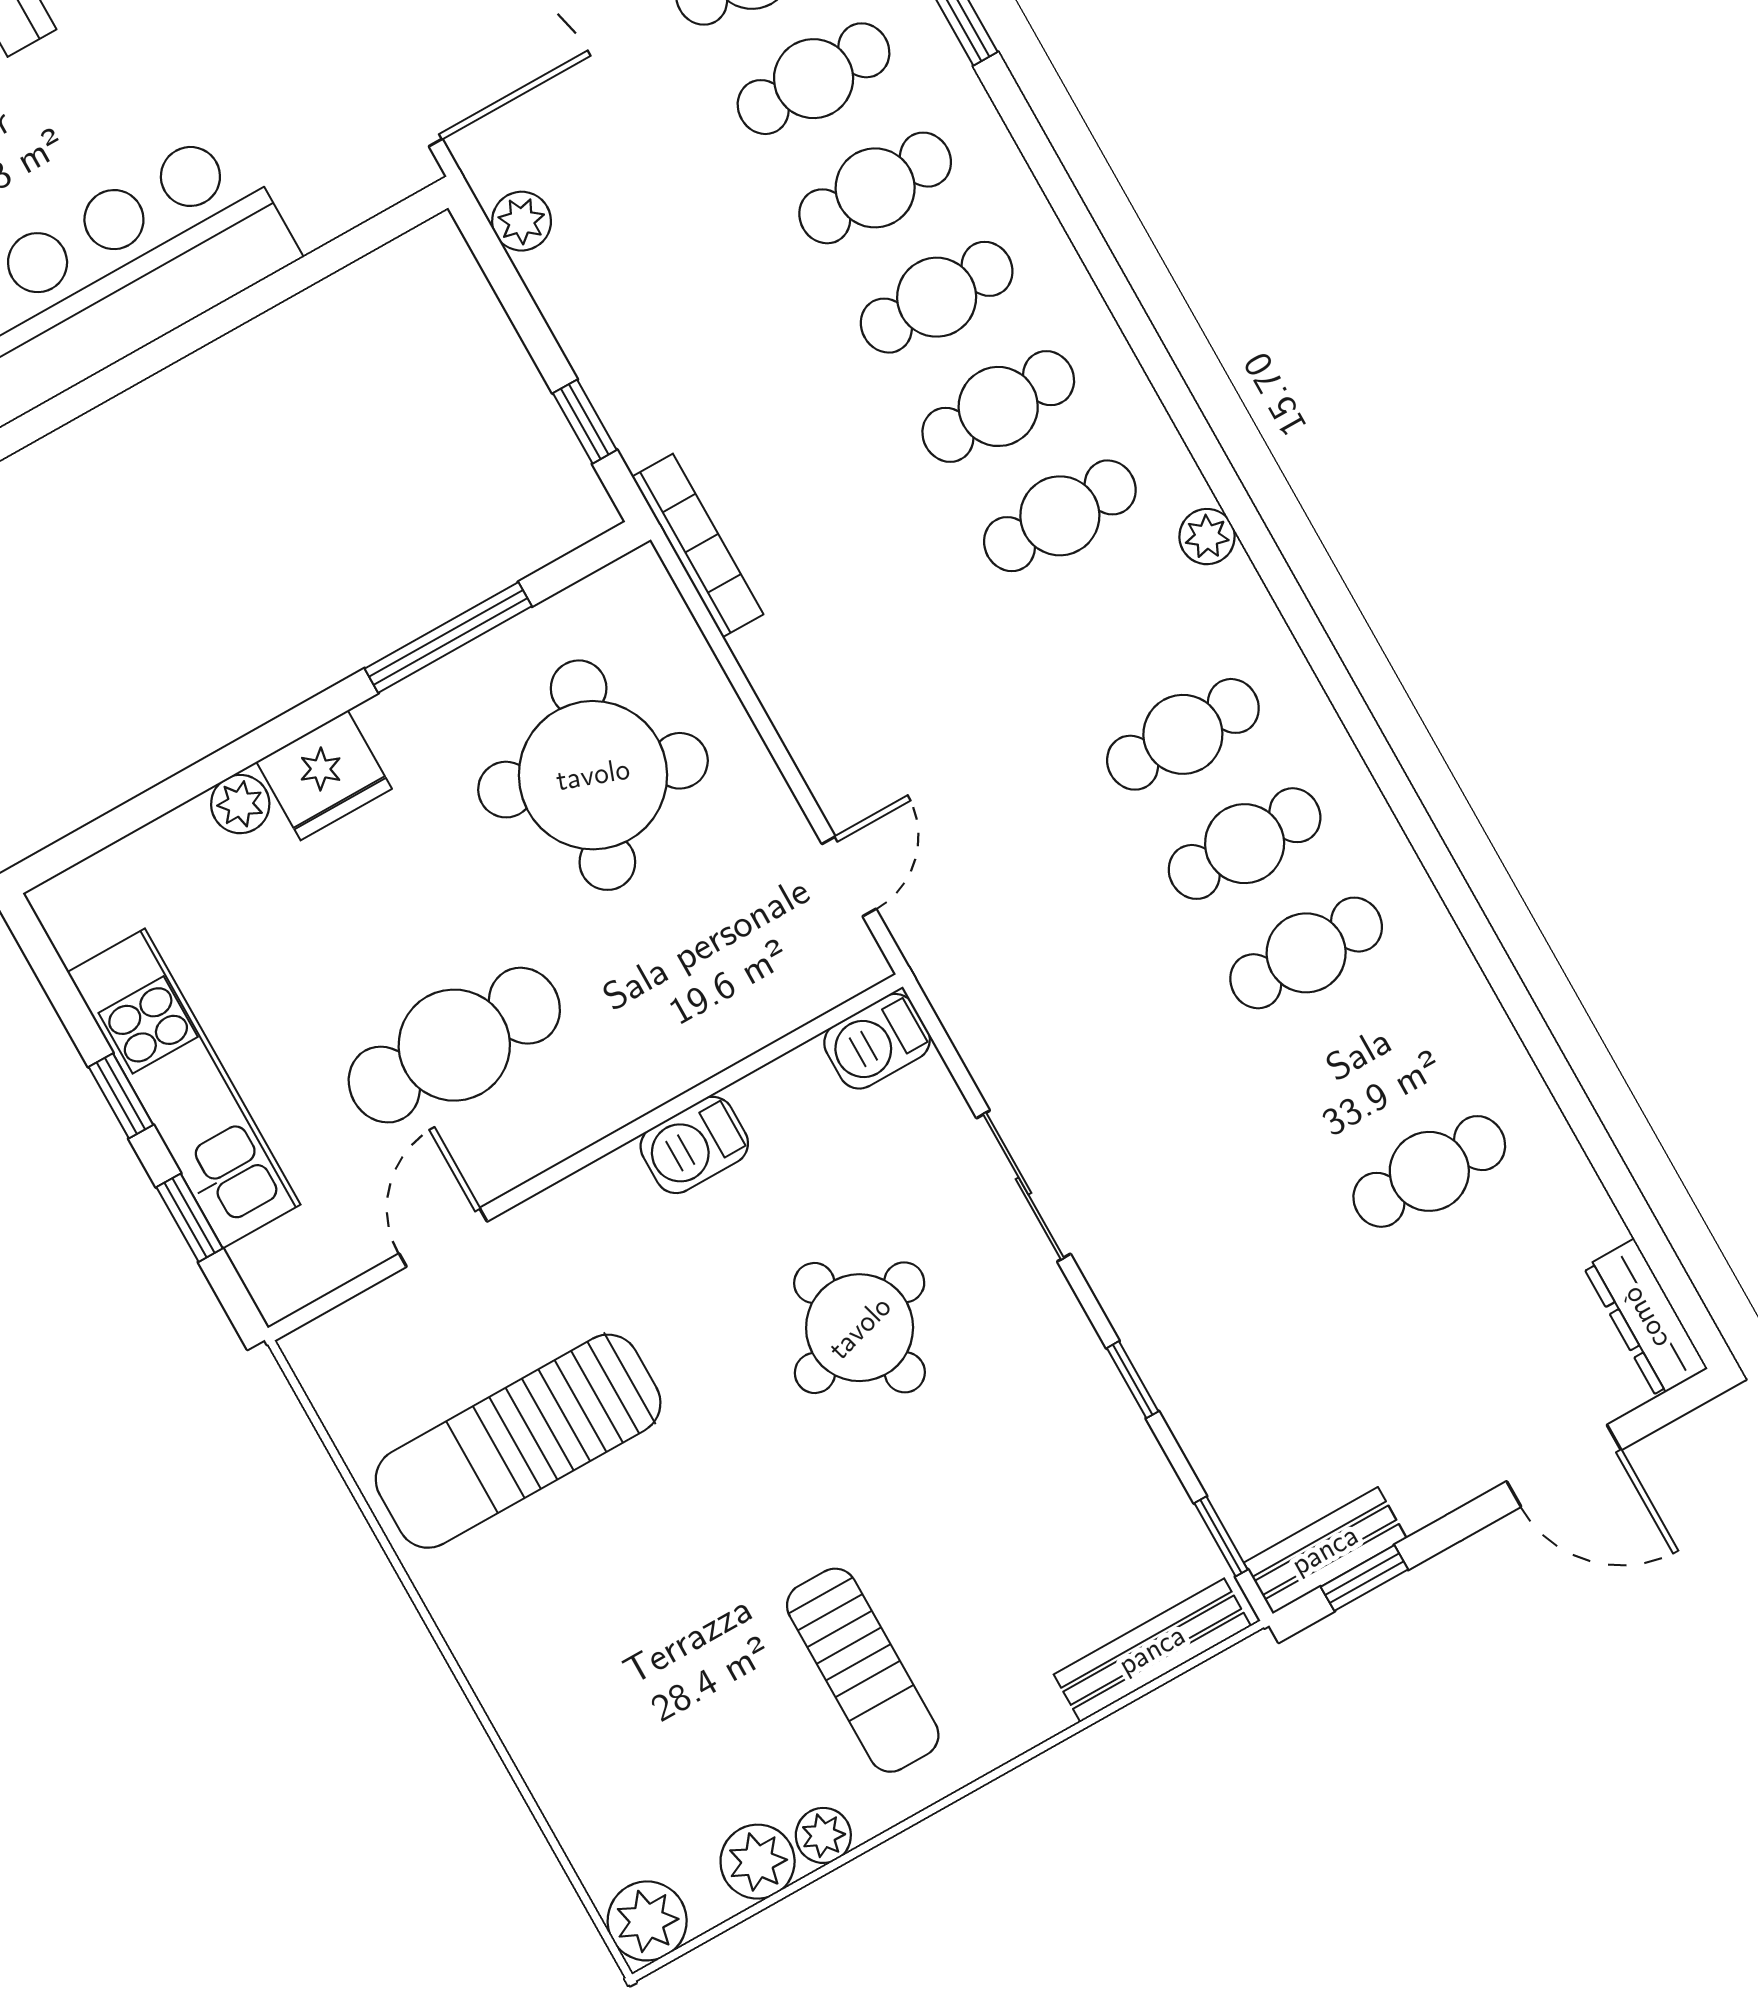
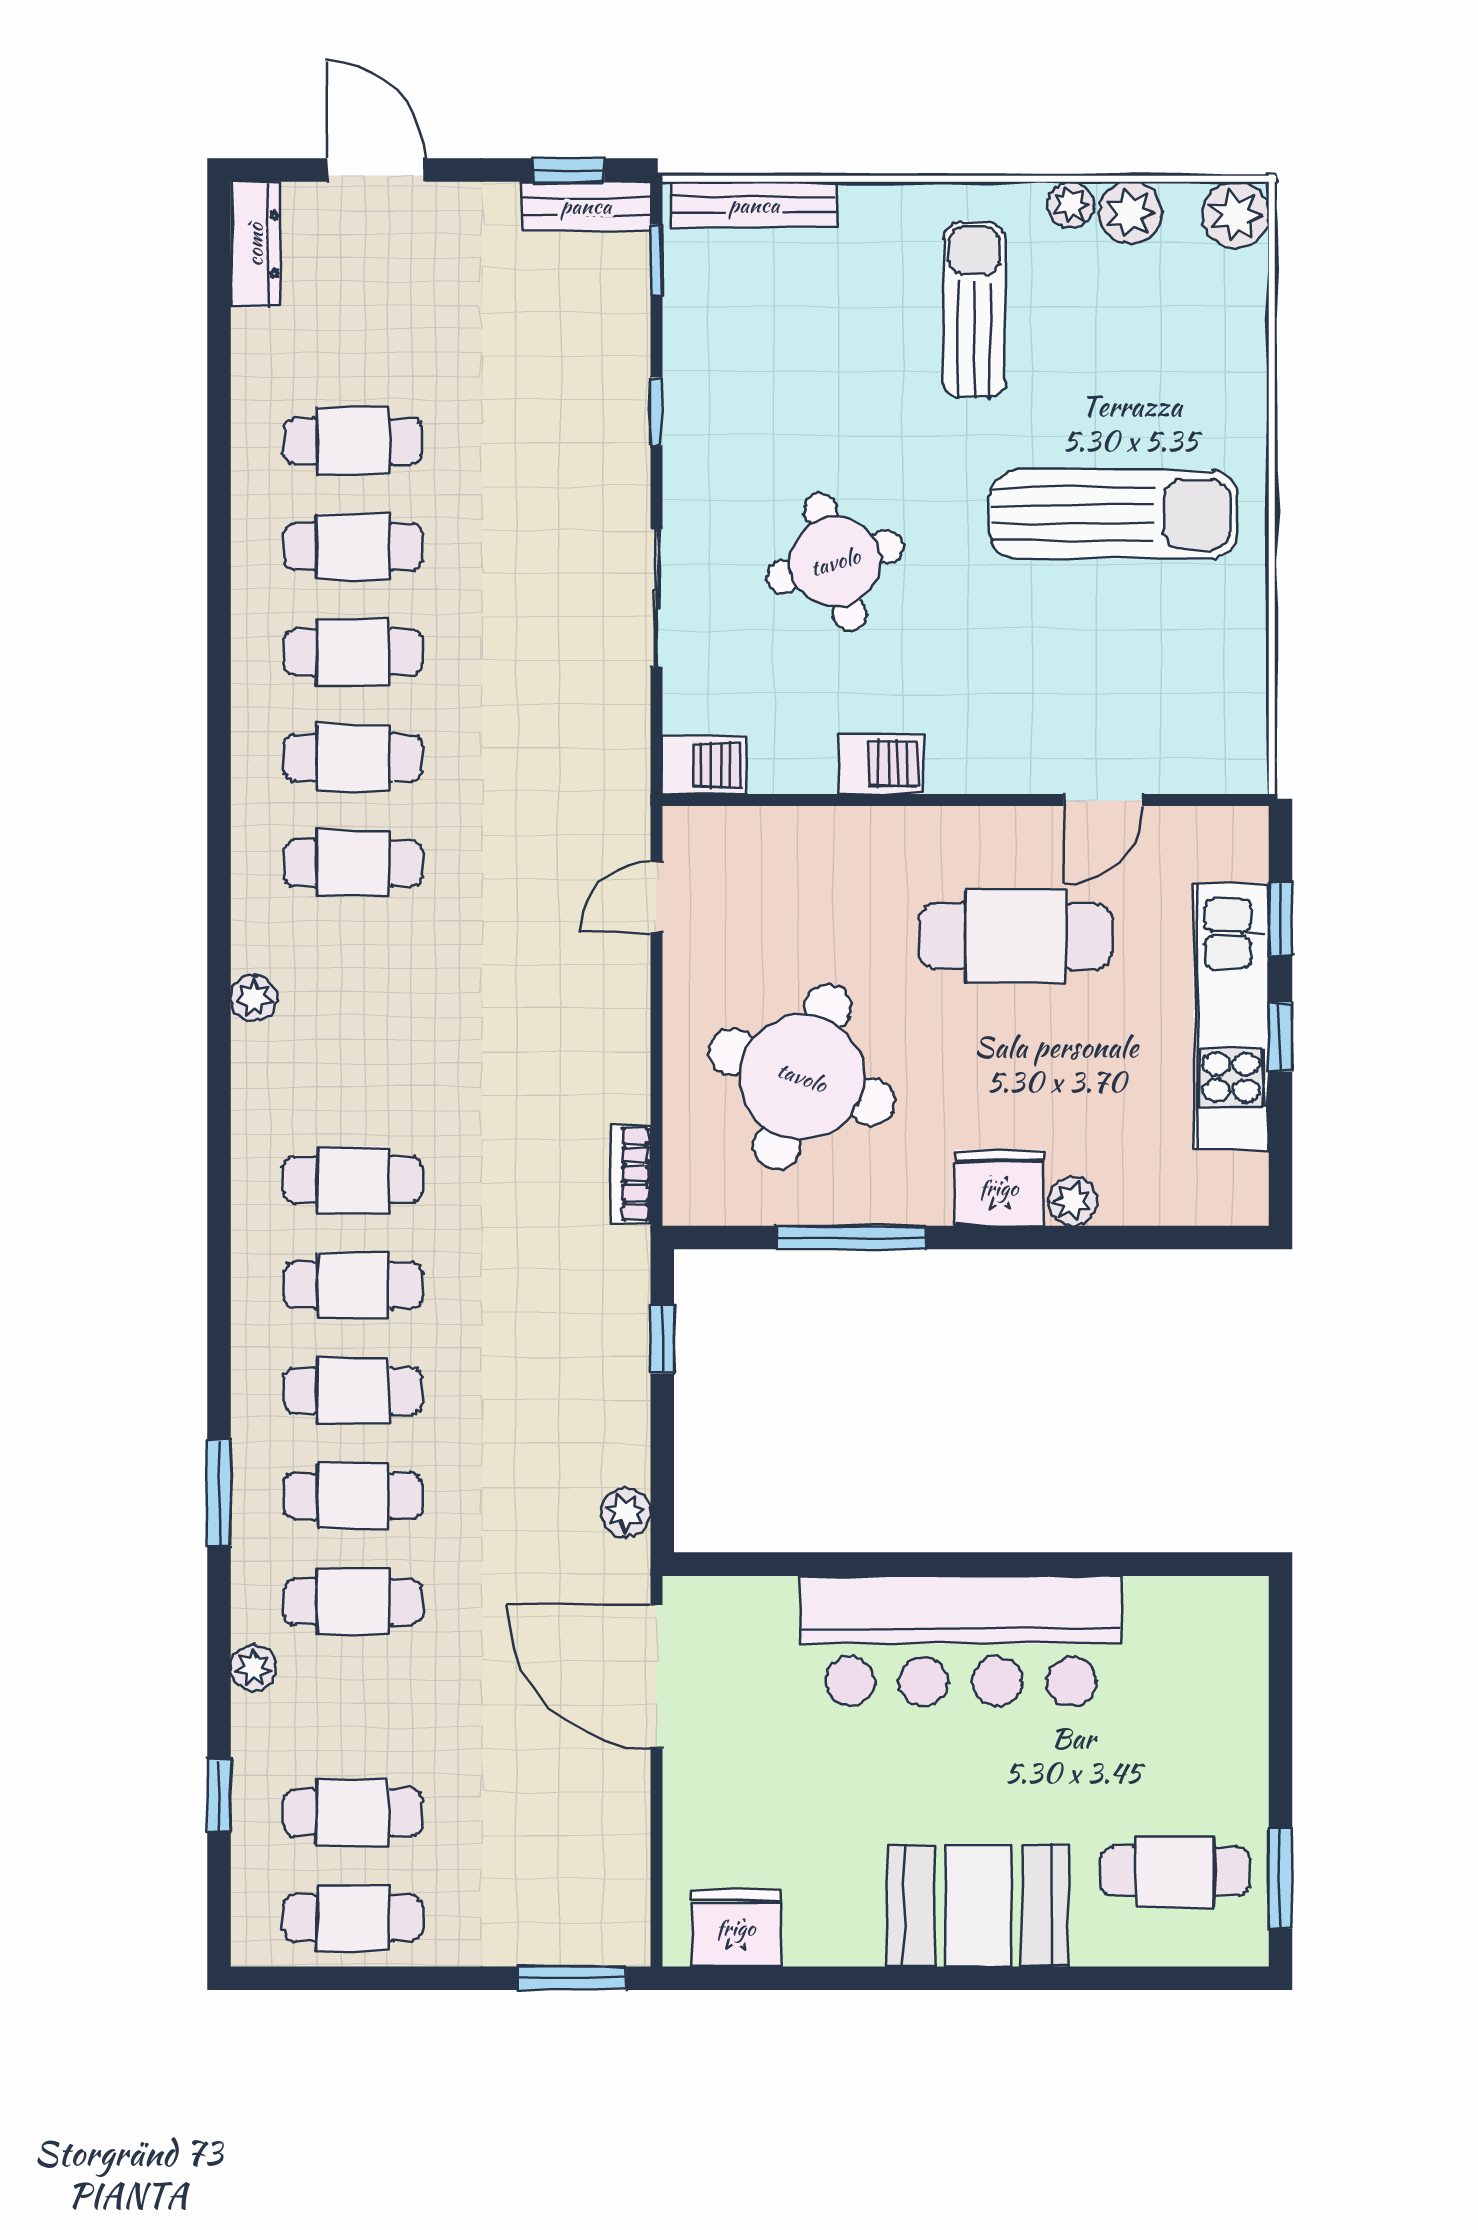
cafe table: (1060, 516) -> (353, 547), moved
bookcase: (698, 545) -> (631, 1174), width x0.64
sun lounger: (518, 1441) -> (1114, 514), moved

